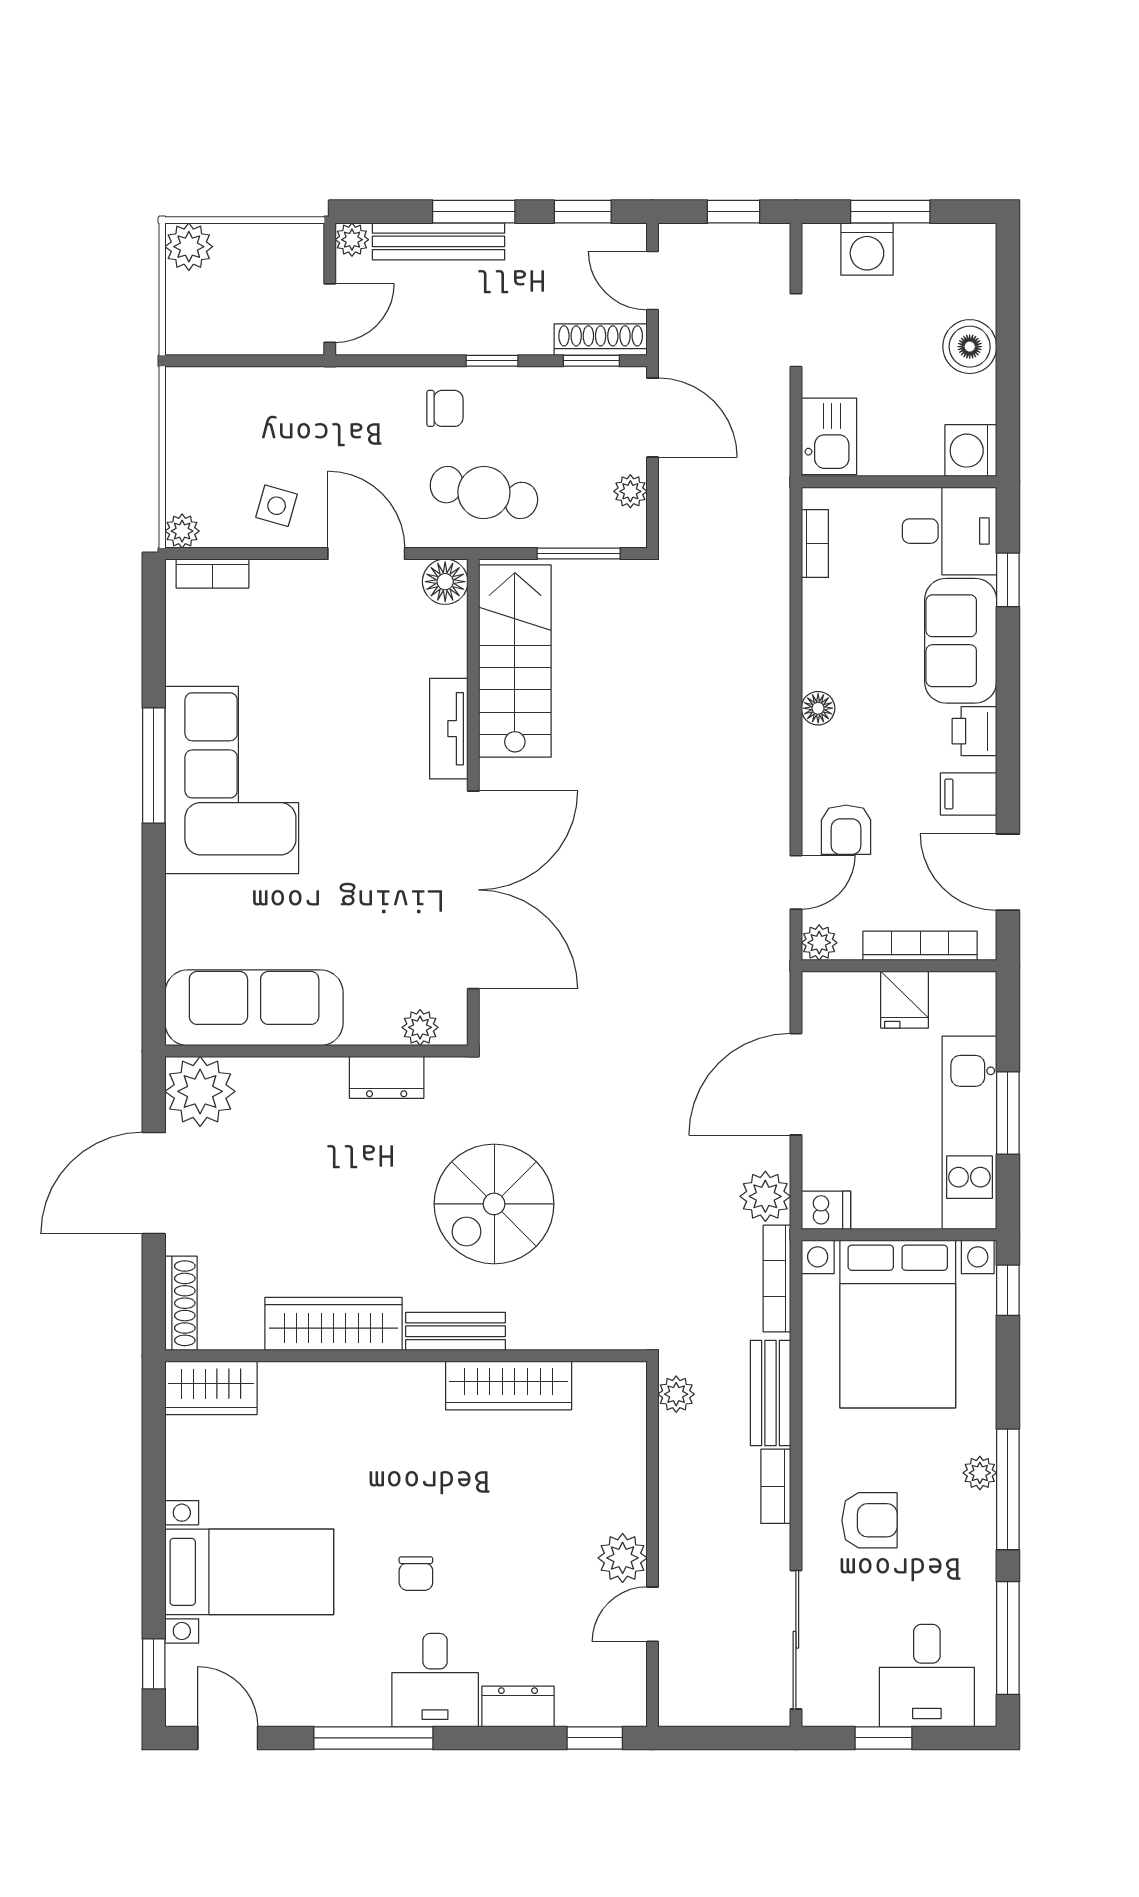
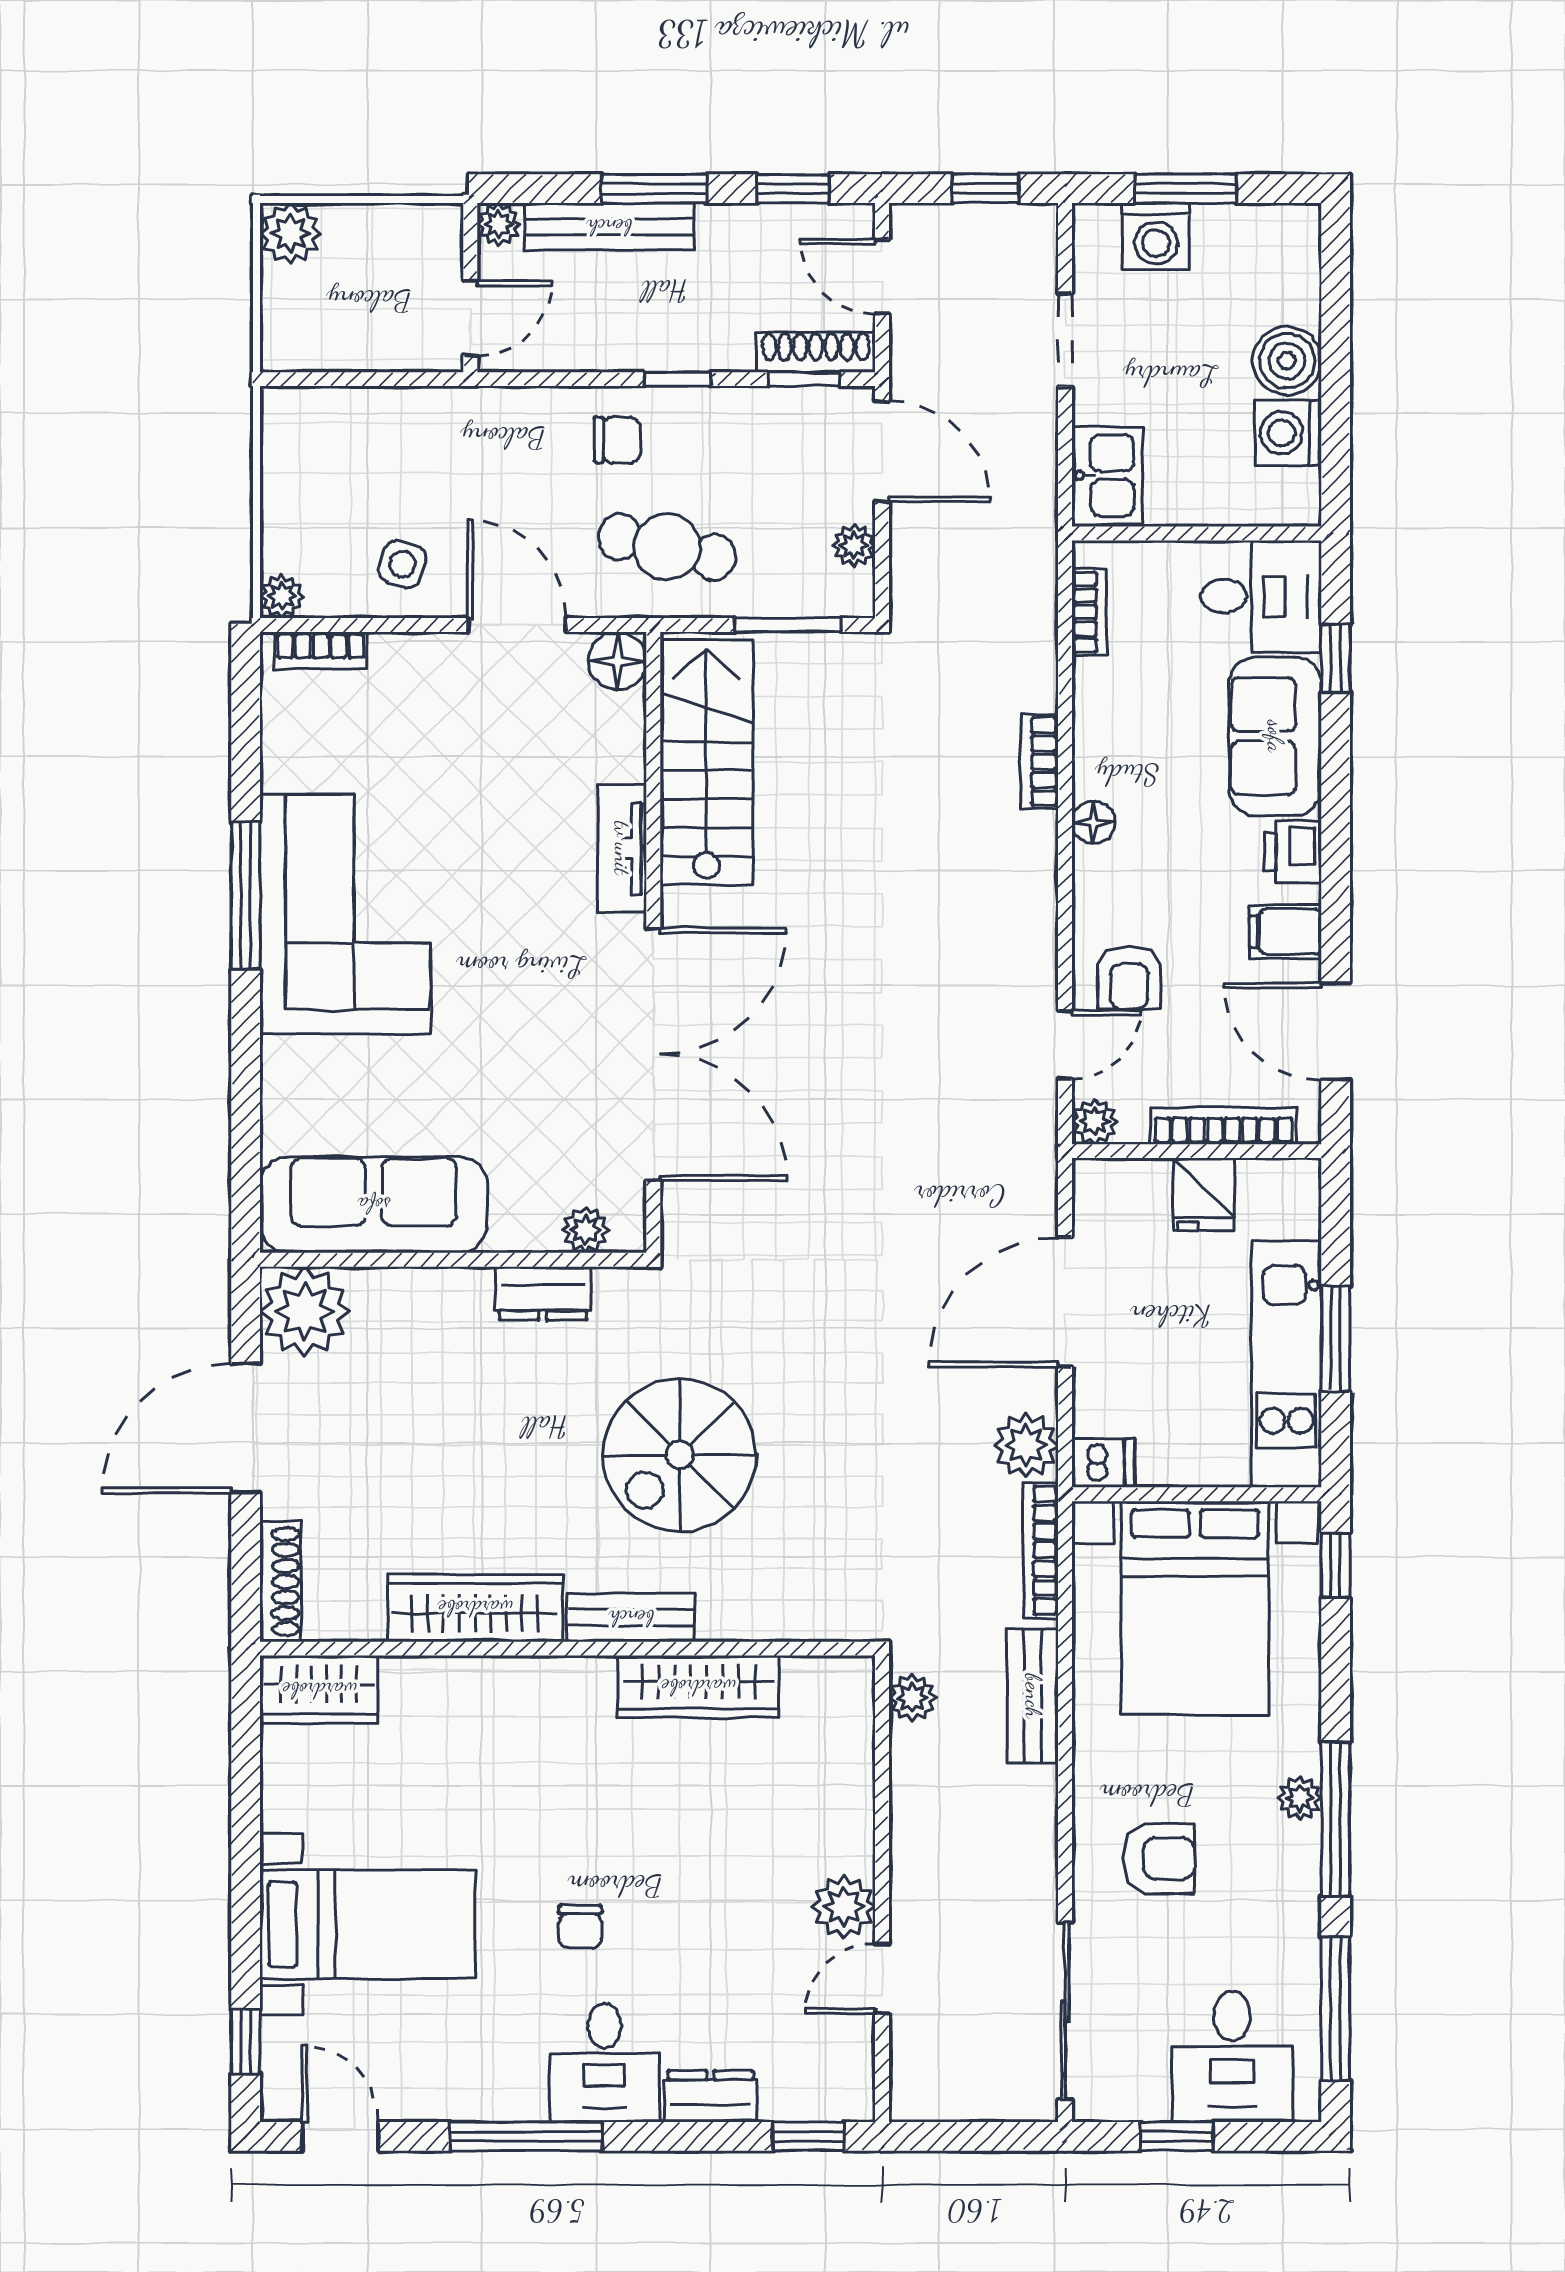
washing machine: (971, 451) -> (1288, 433), moved
bookcase: (776, 1486) -> (1039, 762), moved

